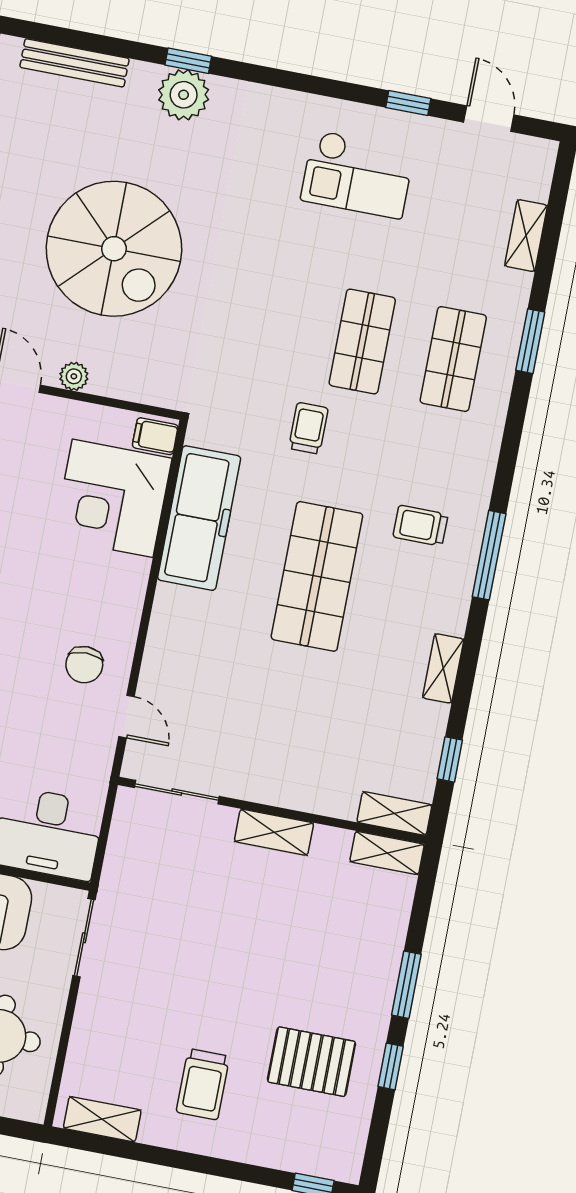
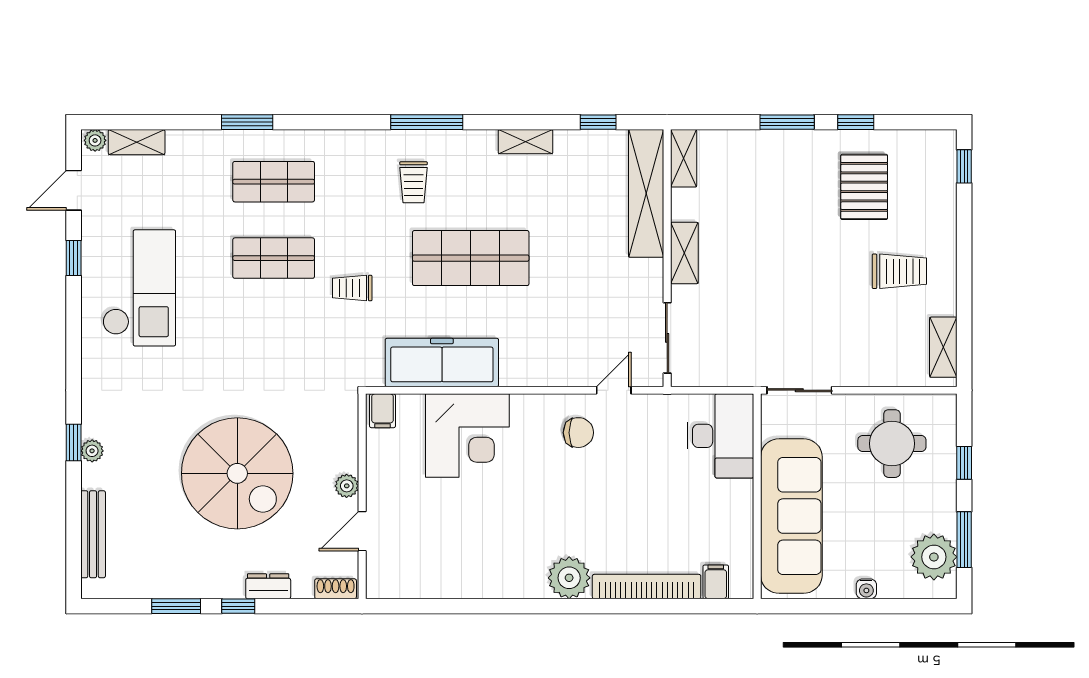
plant: (184, 95) -> (92, 451), width x0.53, depth x0.53
plant: (543, 156) -> (95, 140), added
checkout: (358, 174) -> (139, 288), width x1.36, depth x1.21
shelving: (526, 236) -> (137, 142), moved
spiral stairs: (114, 249) -> (237, 473), turned 90
corner desk: (113, 498) -> (467, 436), moved
shelving: (394, 813) -> (646, 193), width x2.20, depth x1.33

